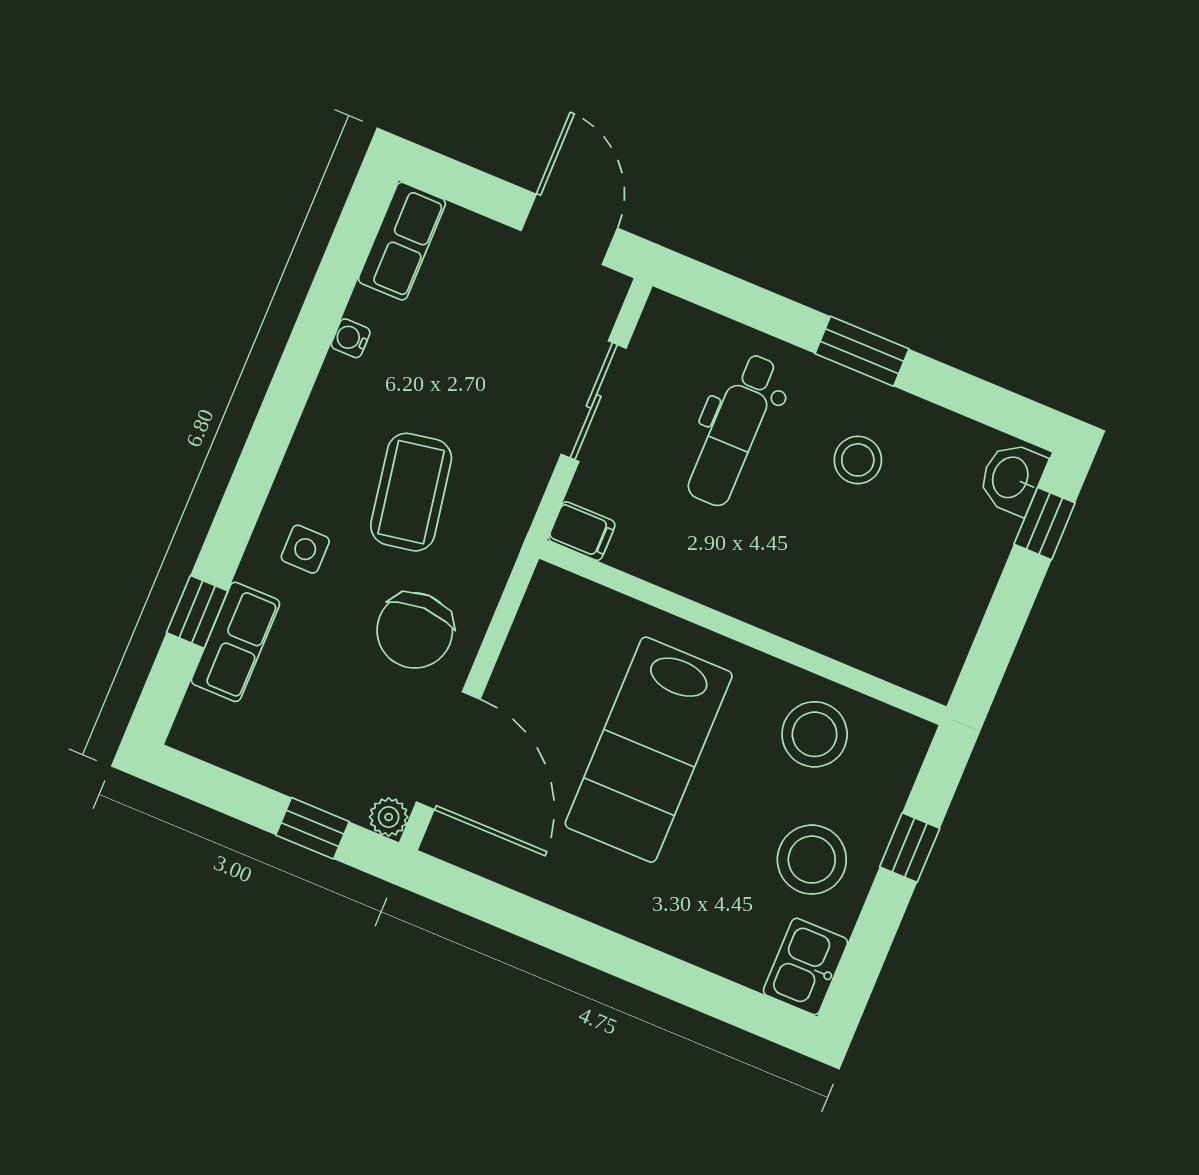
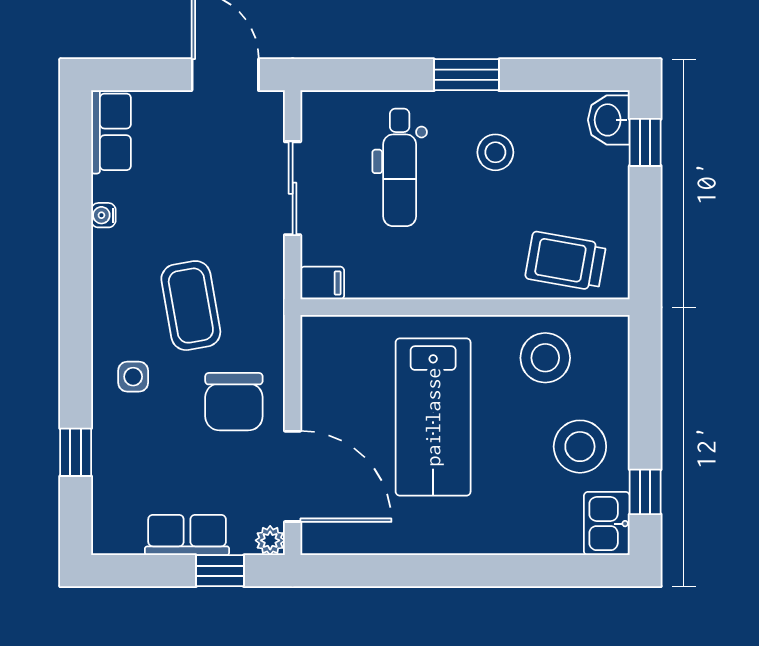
trolley: (888, 627) -> (566, 261), added
row of seats: (235, 642) -> (187, 535), moved, turned -90
window: (910, 848) -> (645, 492), moved

